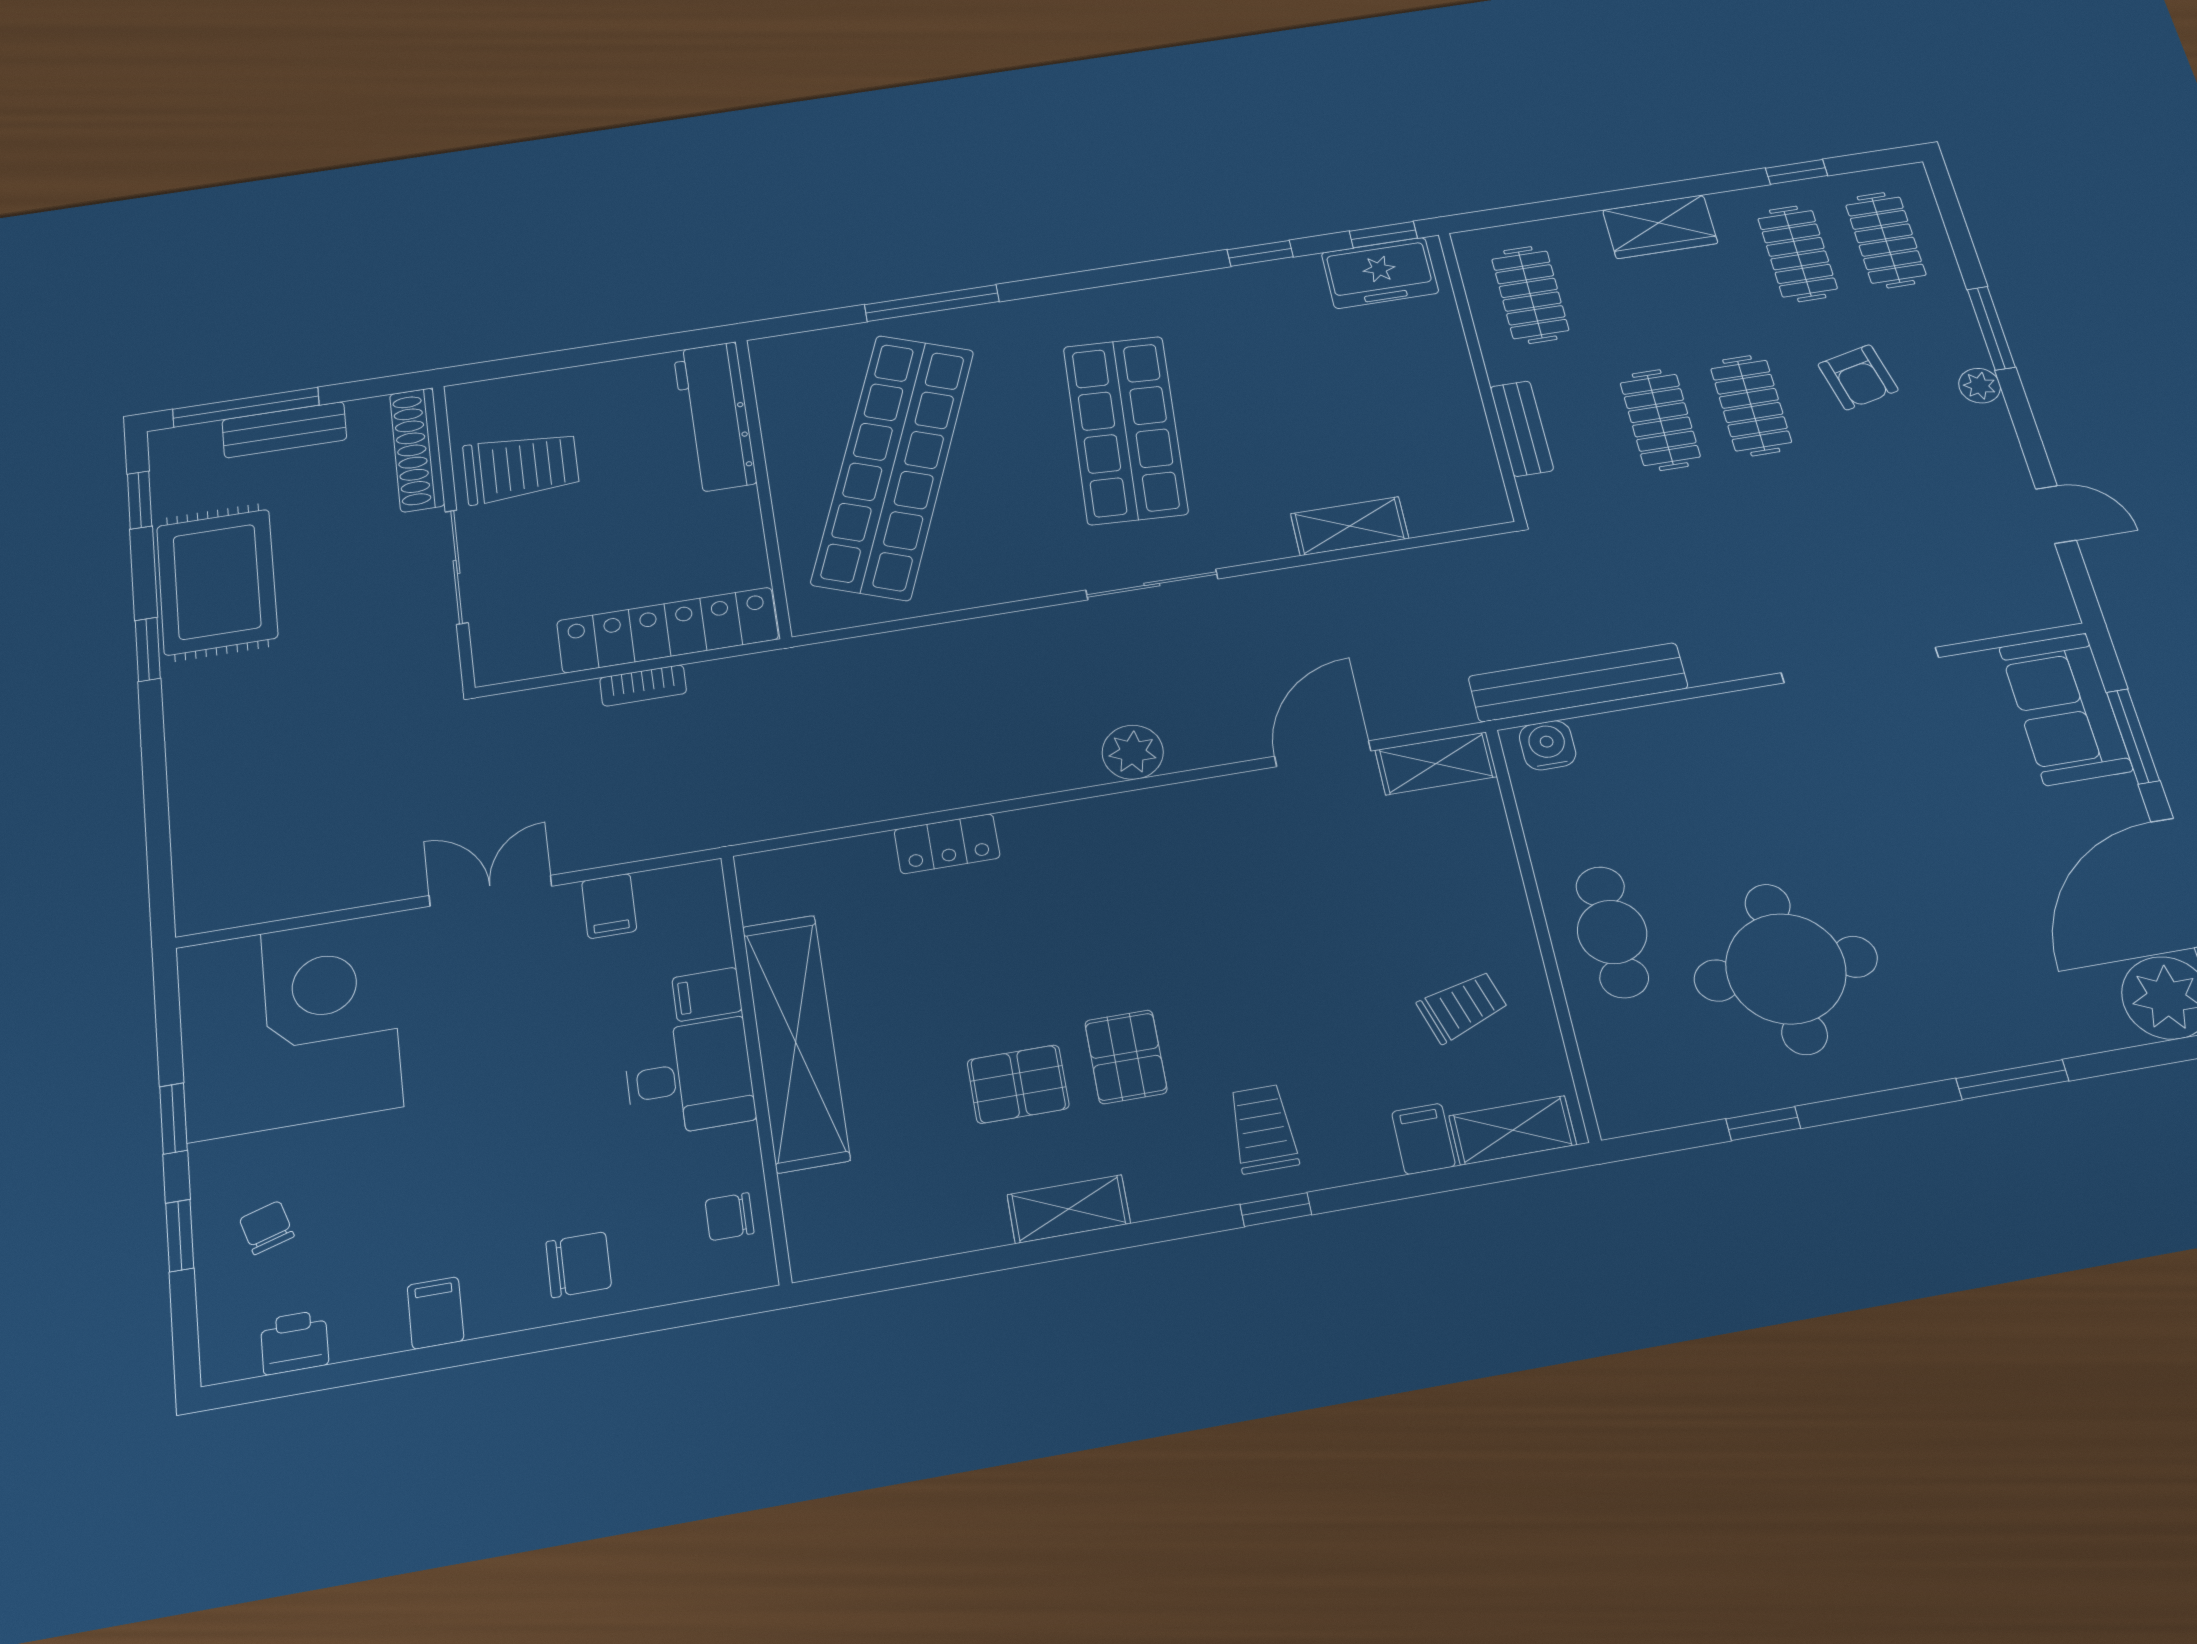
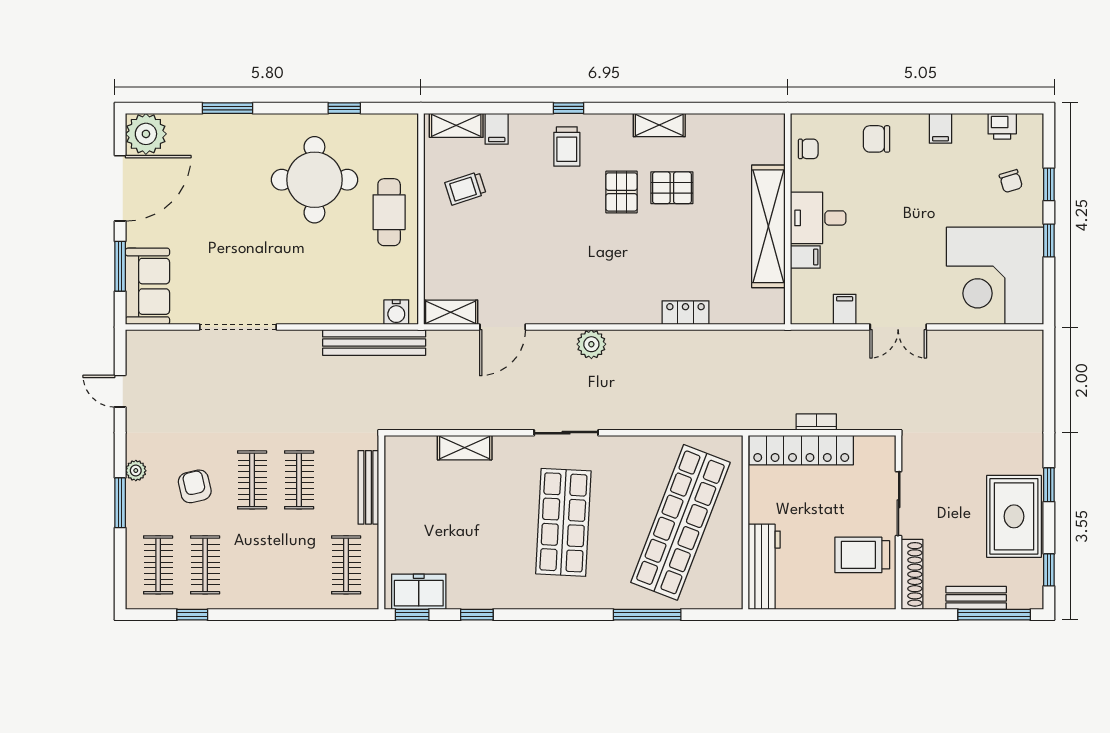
wardrobe: (1660, 227) -> (271, 594), removed
bench: (1522, 429) -> (368, 487), width x1.36

